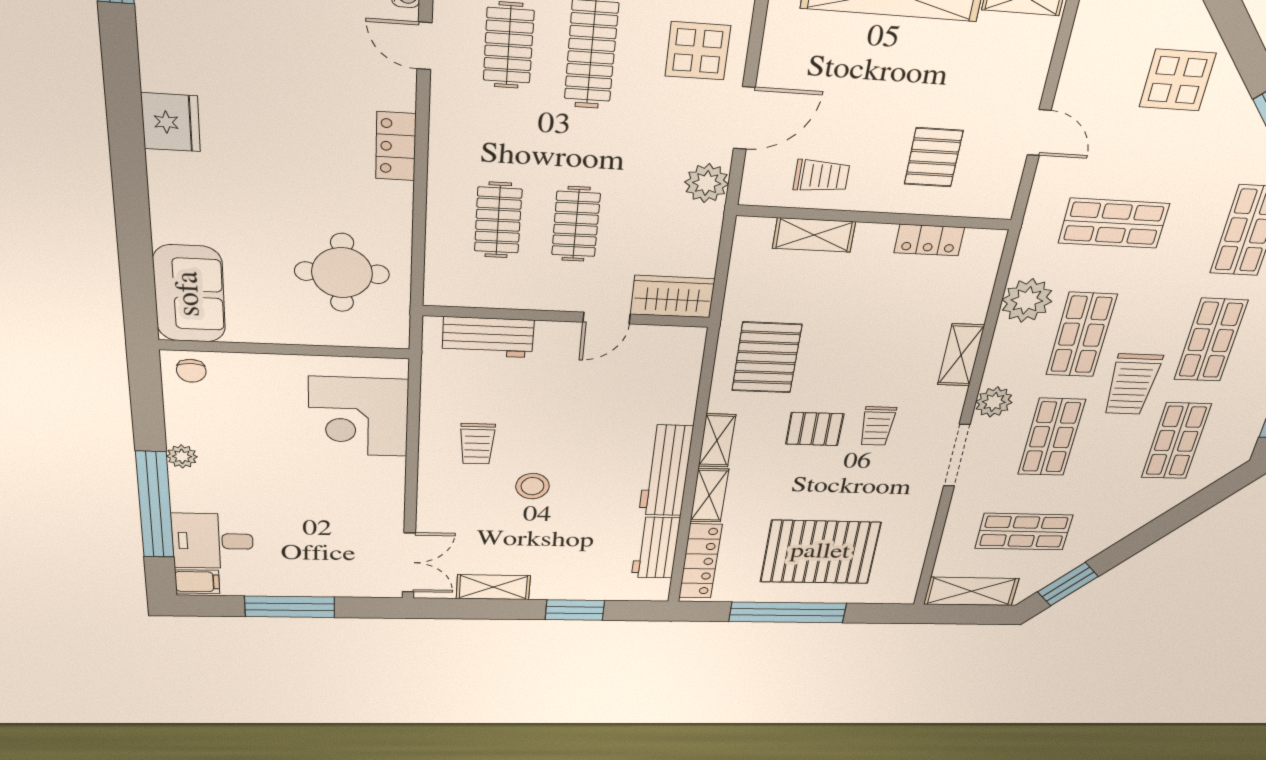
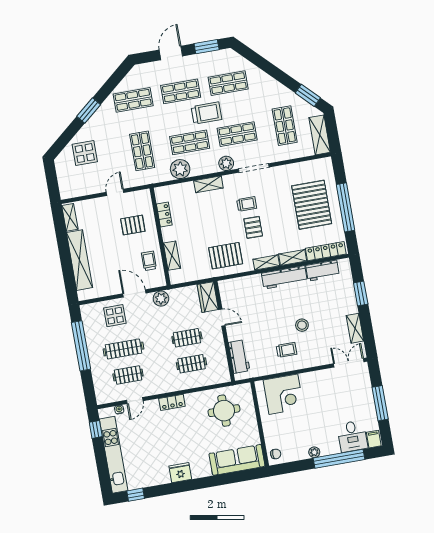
sofa: (189, 294) -> (237, 460), width x1.36

